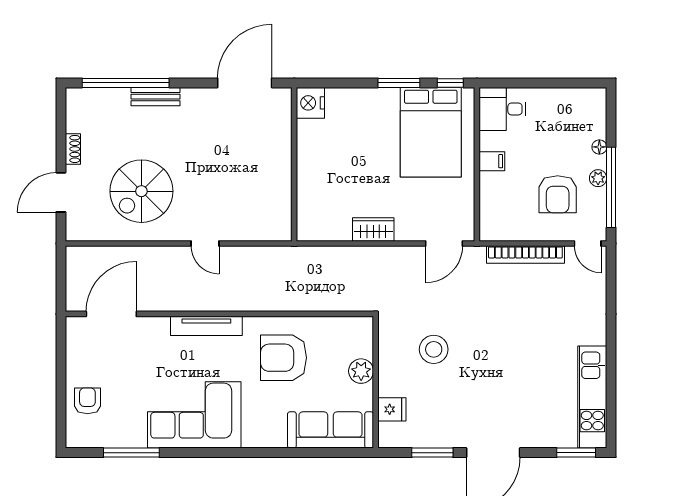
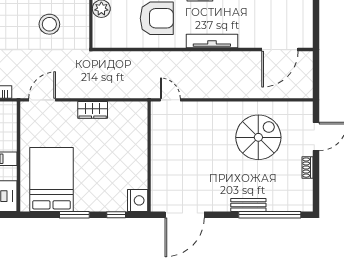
window: (450, 83) -> (116, 215), moved
door: (205, 244) -> (170, 100), moved

